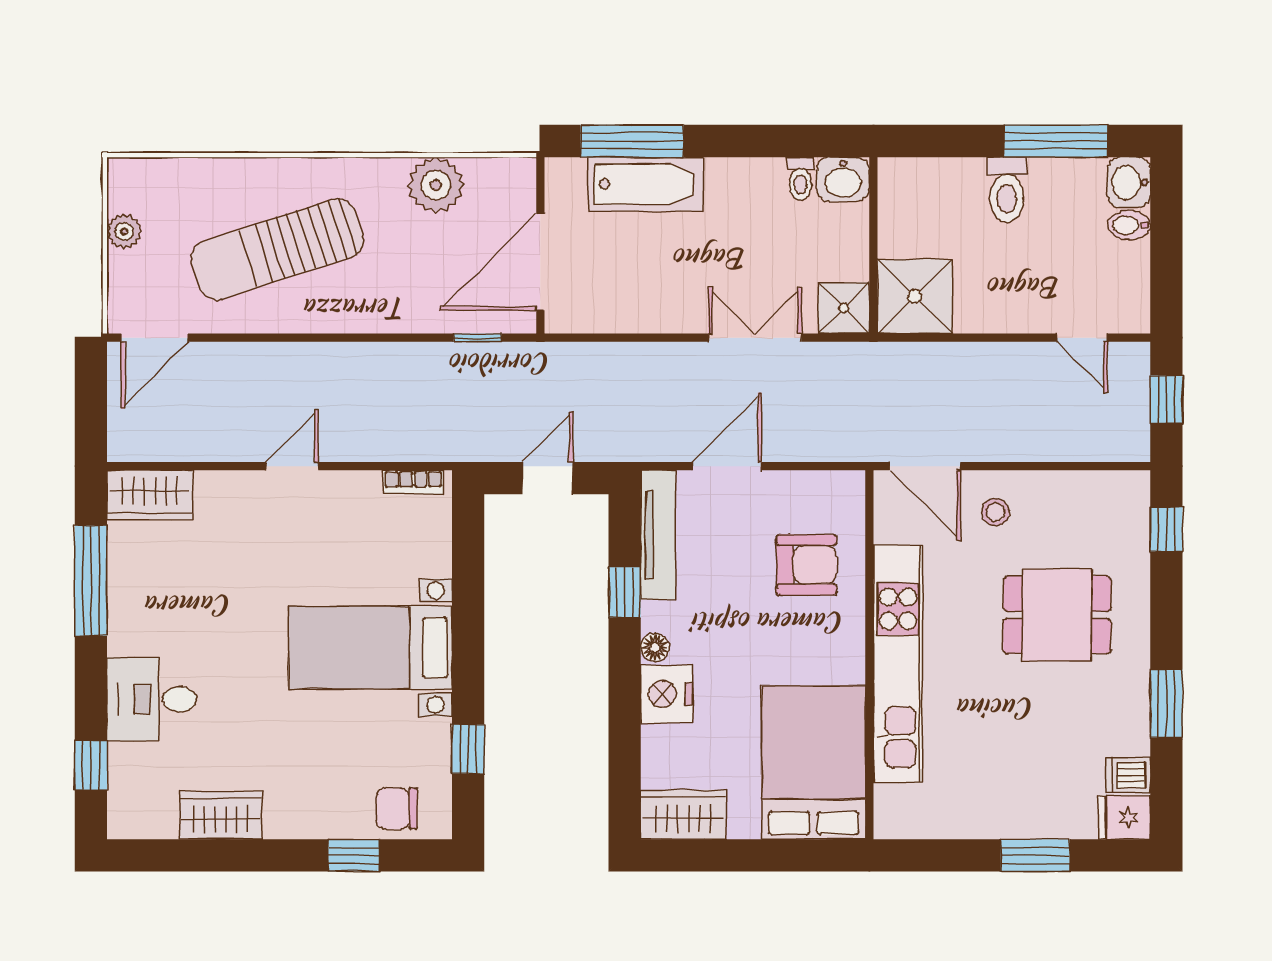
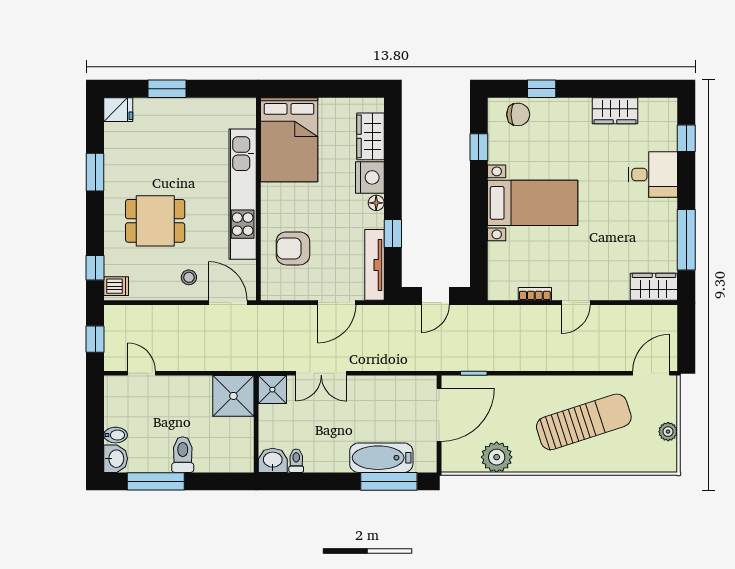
bookcase: (413, 482) -> (535, 294), moved
dishwasher: (1128, 775) -> (116, 286), moved
wardrobe: (683, 815) -> (370, 136), moved, turned 90

